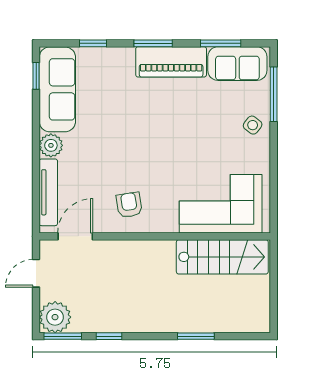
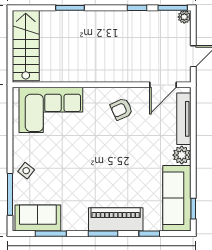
piano: (171, 62) -> (116, 219), moved
armchair: (129, 205) -> (121, 109), turned 75
stairs: (222, 257) -> (26, 46), moved, turned 90
plant: (55, 317) -> (184, 17), width x0.53, depth x0.53

